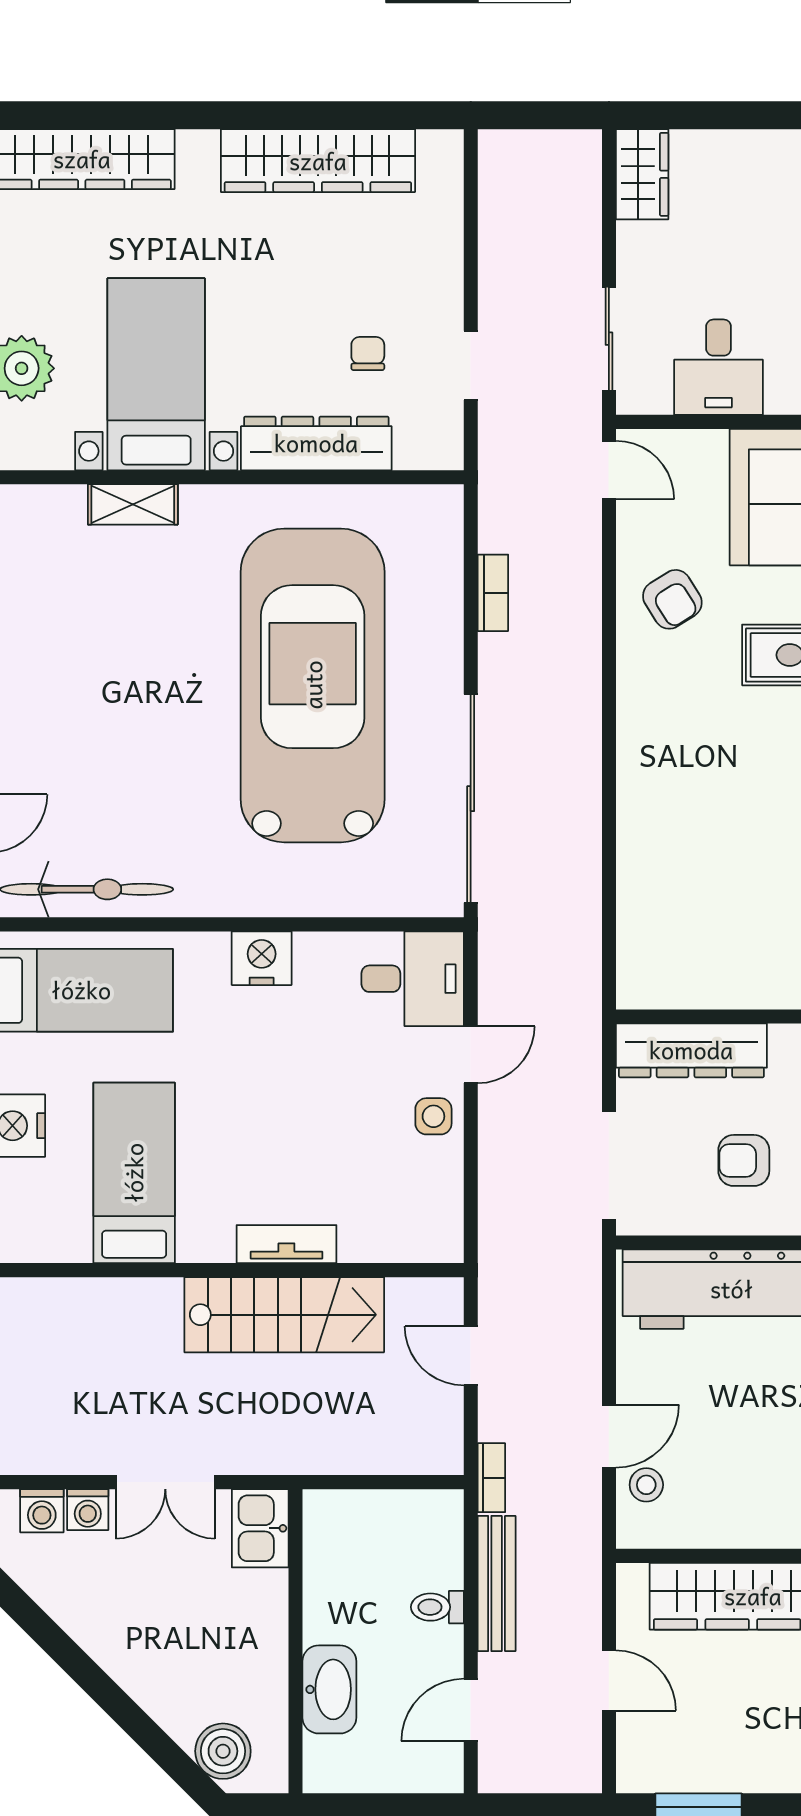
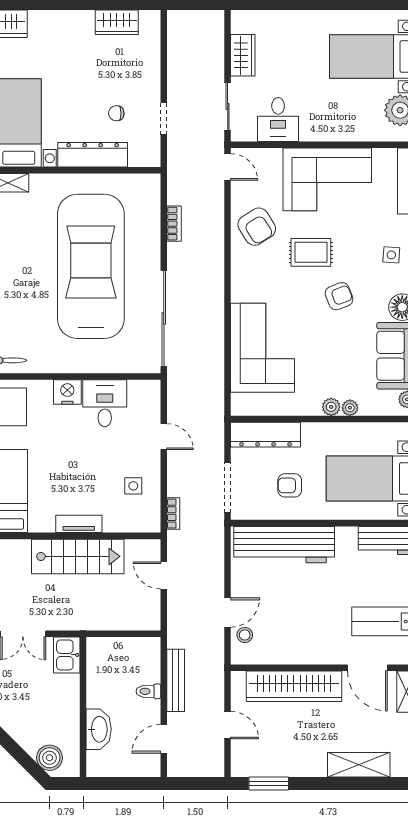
wardrobe: (318, 161) -> (117, 22), width x0.48, depth x0.85
wardrobe: (642, 174) -> (243, 55), moved
chair: (368, 353) -> (116, 113), turned -90
armchair: (672, 599) -> (257, 227), width x1.38, depth x1.38
corner sofa: (685, 862) -> (263, 348), added
desk: (413, 979) -> (105, 403), moved, turned -90
door: (471, 1055) -> (164, 437), hinge flipped
side table: (433, 1116) -> (133, 486), moved
bookcase: (491, 1478) -> (173, 514), moved

